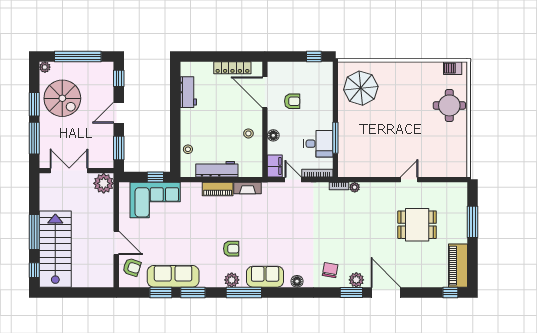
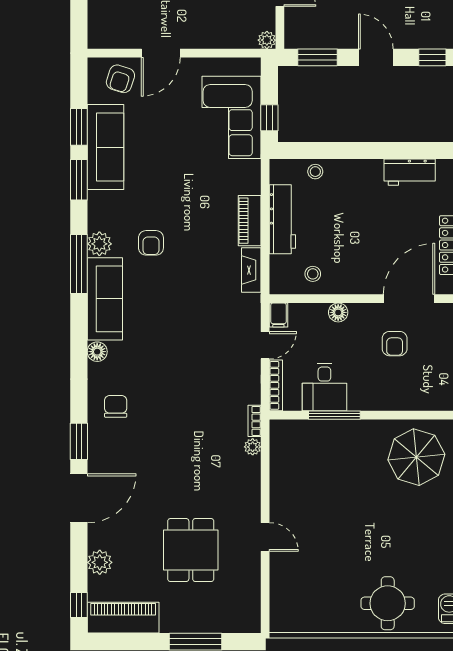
stool: (248, 133) -> (313, 274), moved
filing cabinet: (275, 166) -> (278, 315), width x0.50
plant: (104, 183) -> (267, 40), width x0.53, depth x0.53
chair: (330, 270) -> (116, 406), turned -100
sofa: (265, 277) -> (105, 299), width x1.36
plant: (356, 280) -> (100, 562), moved

